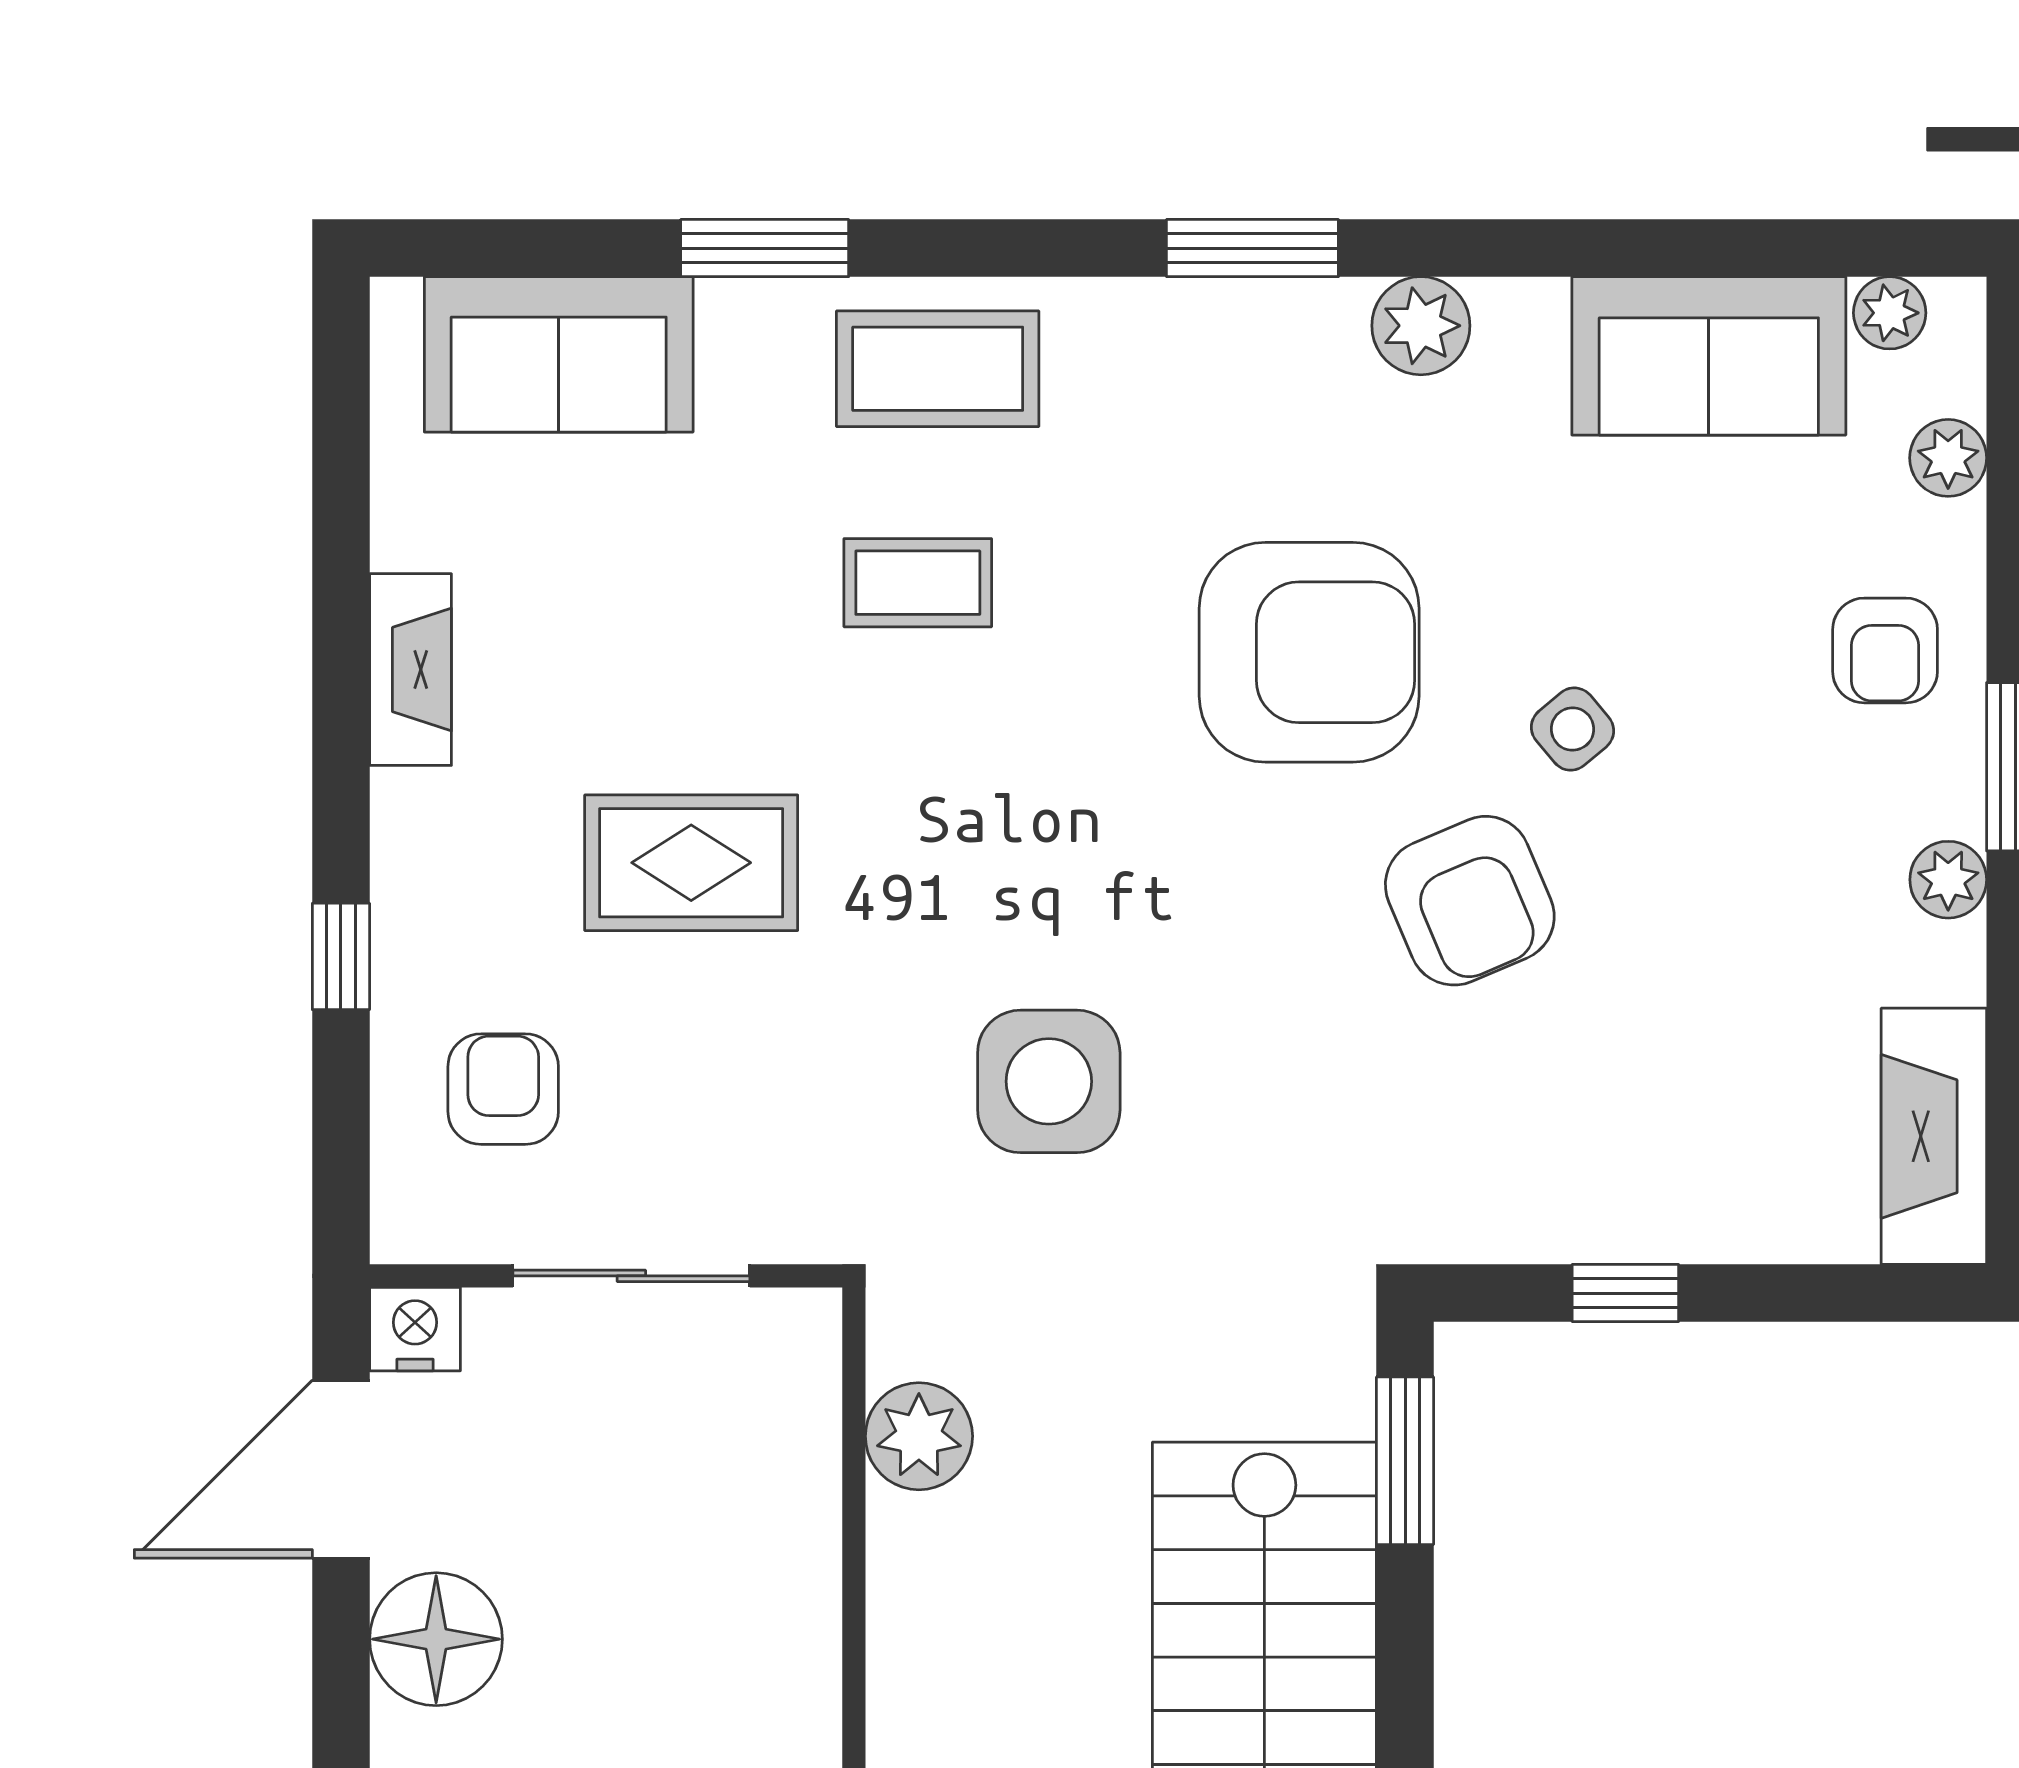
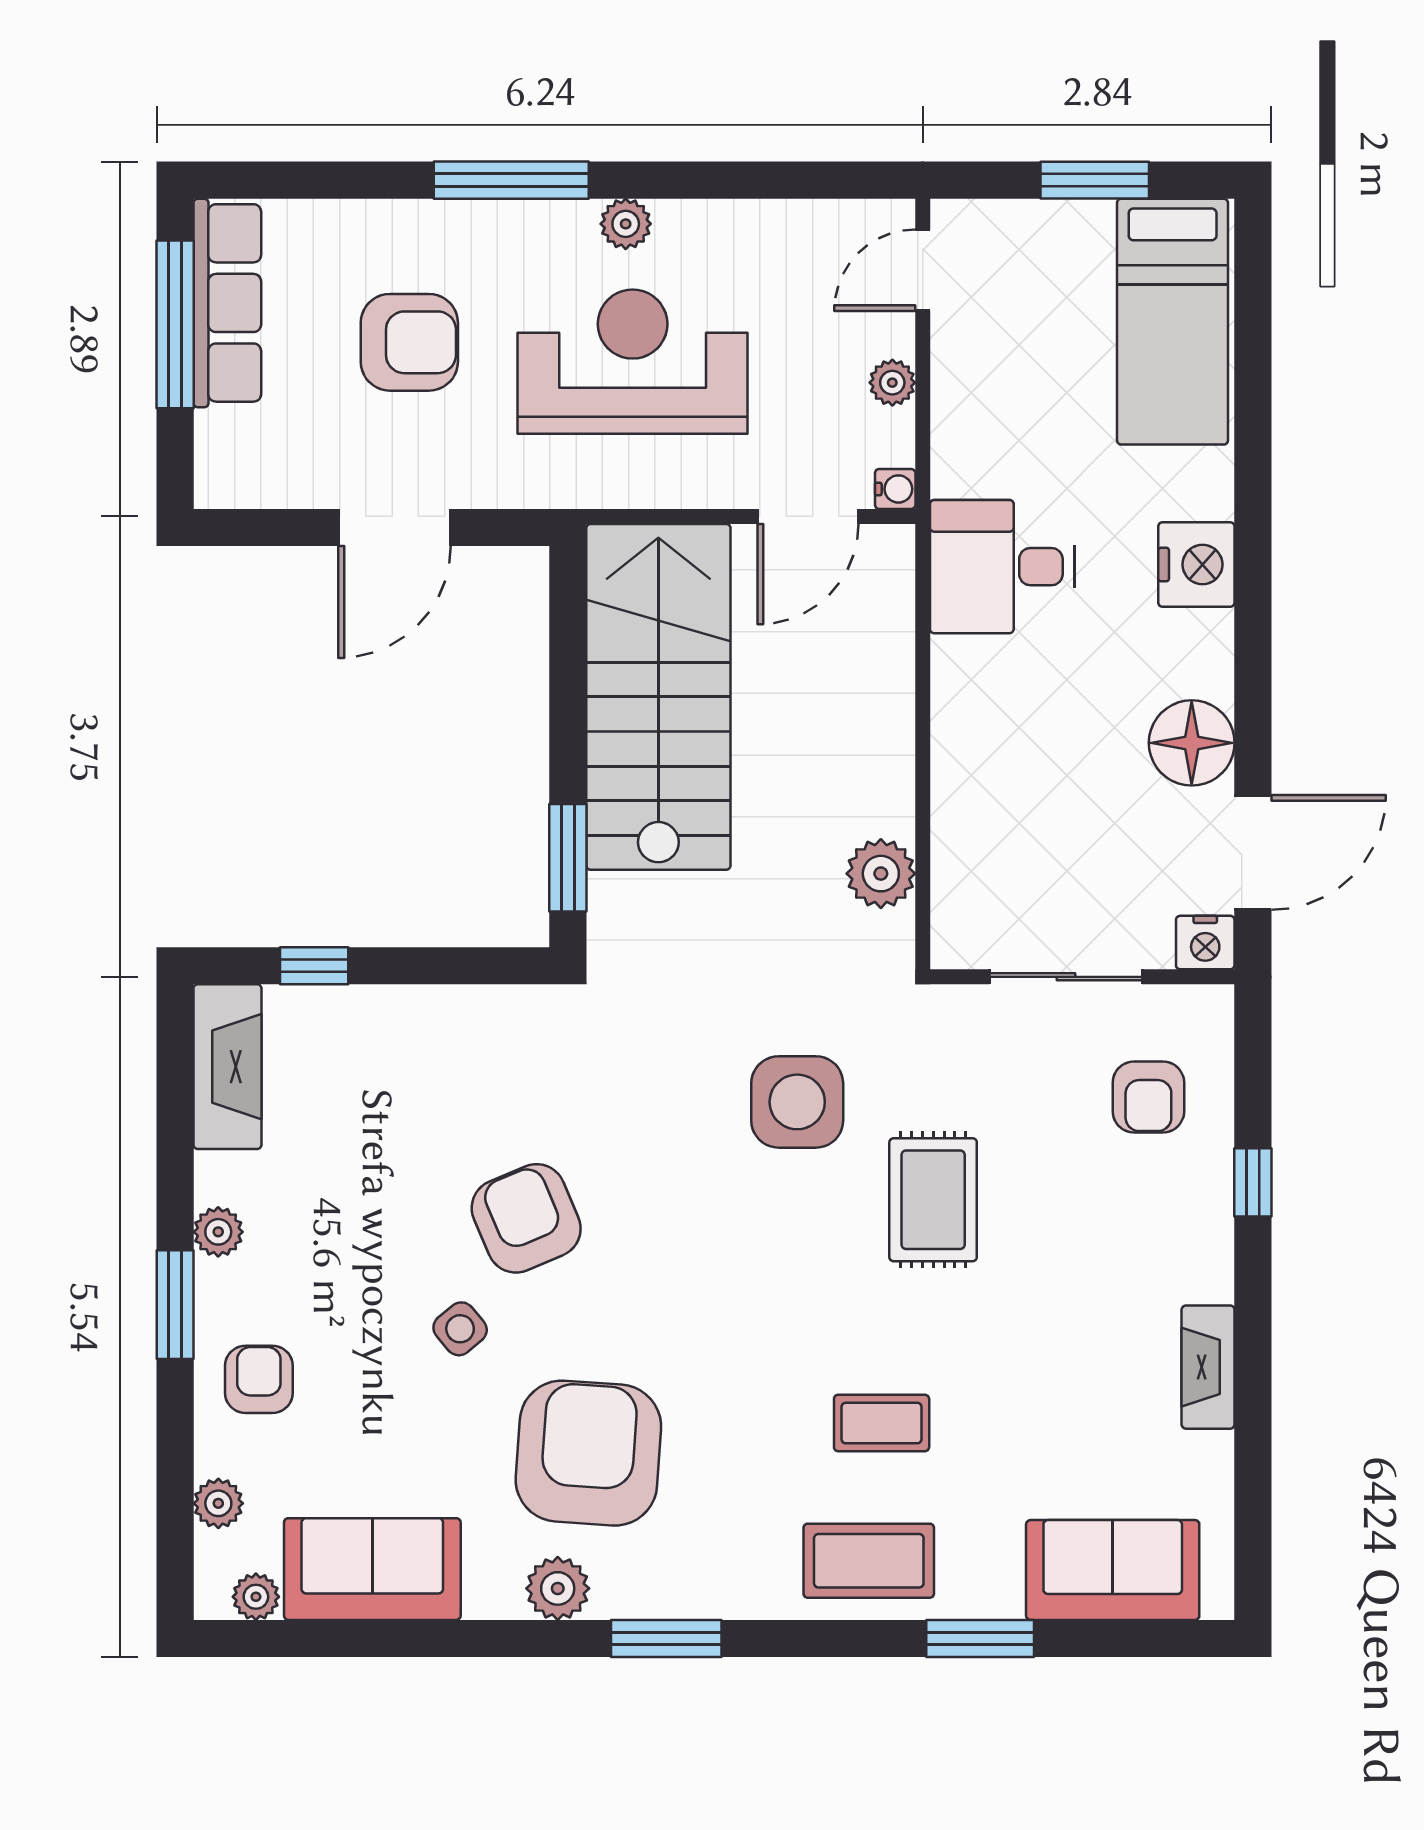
armchair: (1309, 652) -> (588, 1453), moved, turned 94
rug: (691, 863) -> (933, 1200), moved, turned 90
window: (1625, 1293) -> (314, 966), moved

